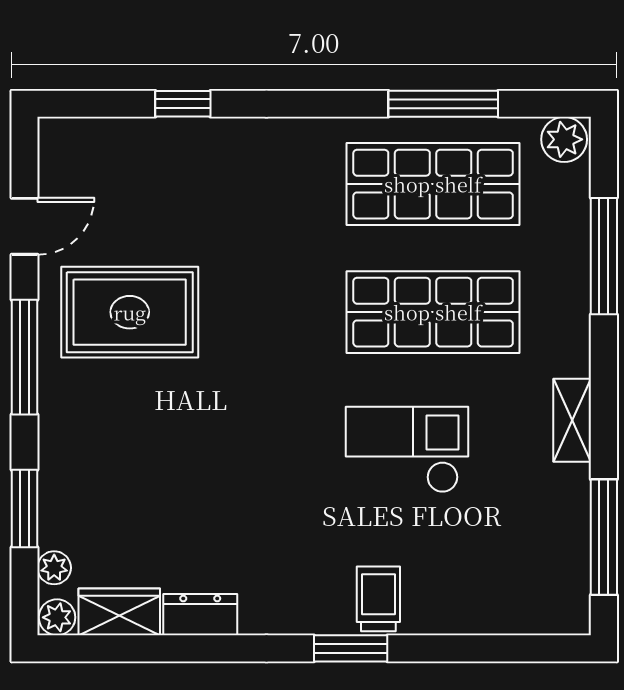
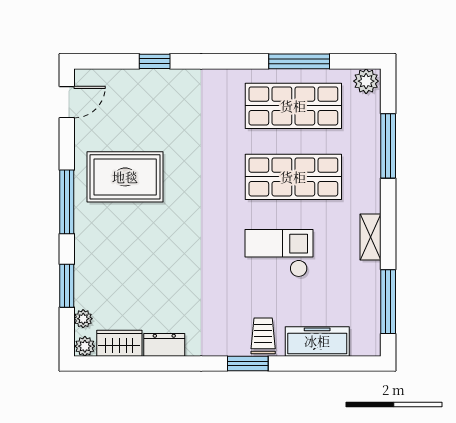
door: (24, 226) -> (67, 102), moved
freezer: (476, 609) -> (317, 341), added

